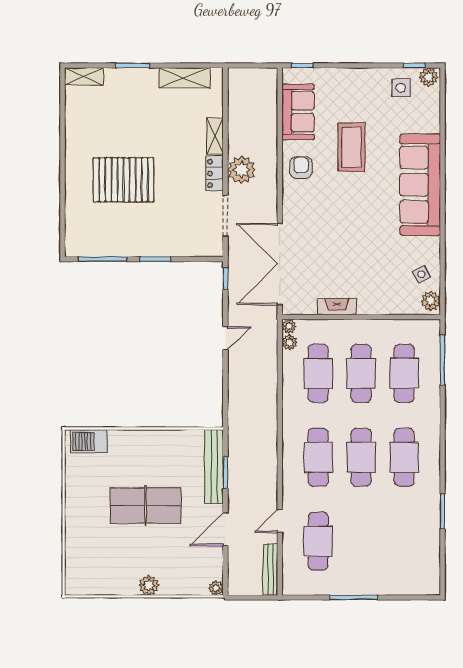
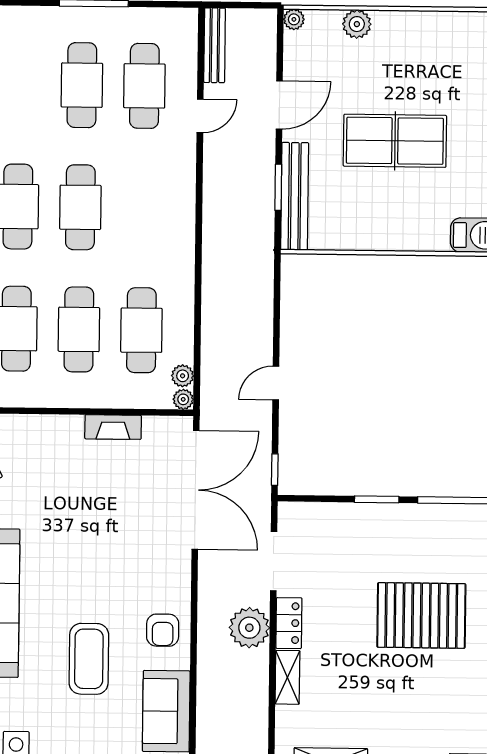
cafe table: (318, 457) -> (82, 85), moved
plant: (149, 585) -> (357, 24), moved

